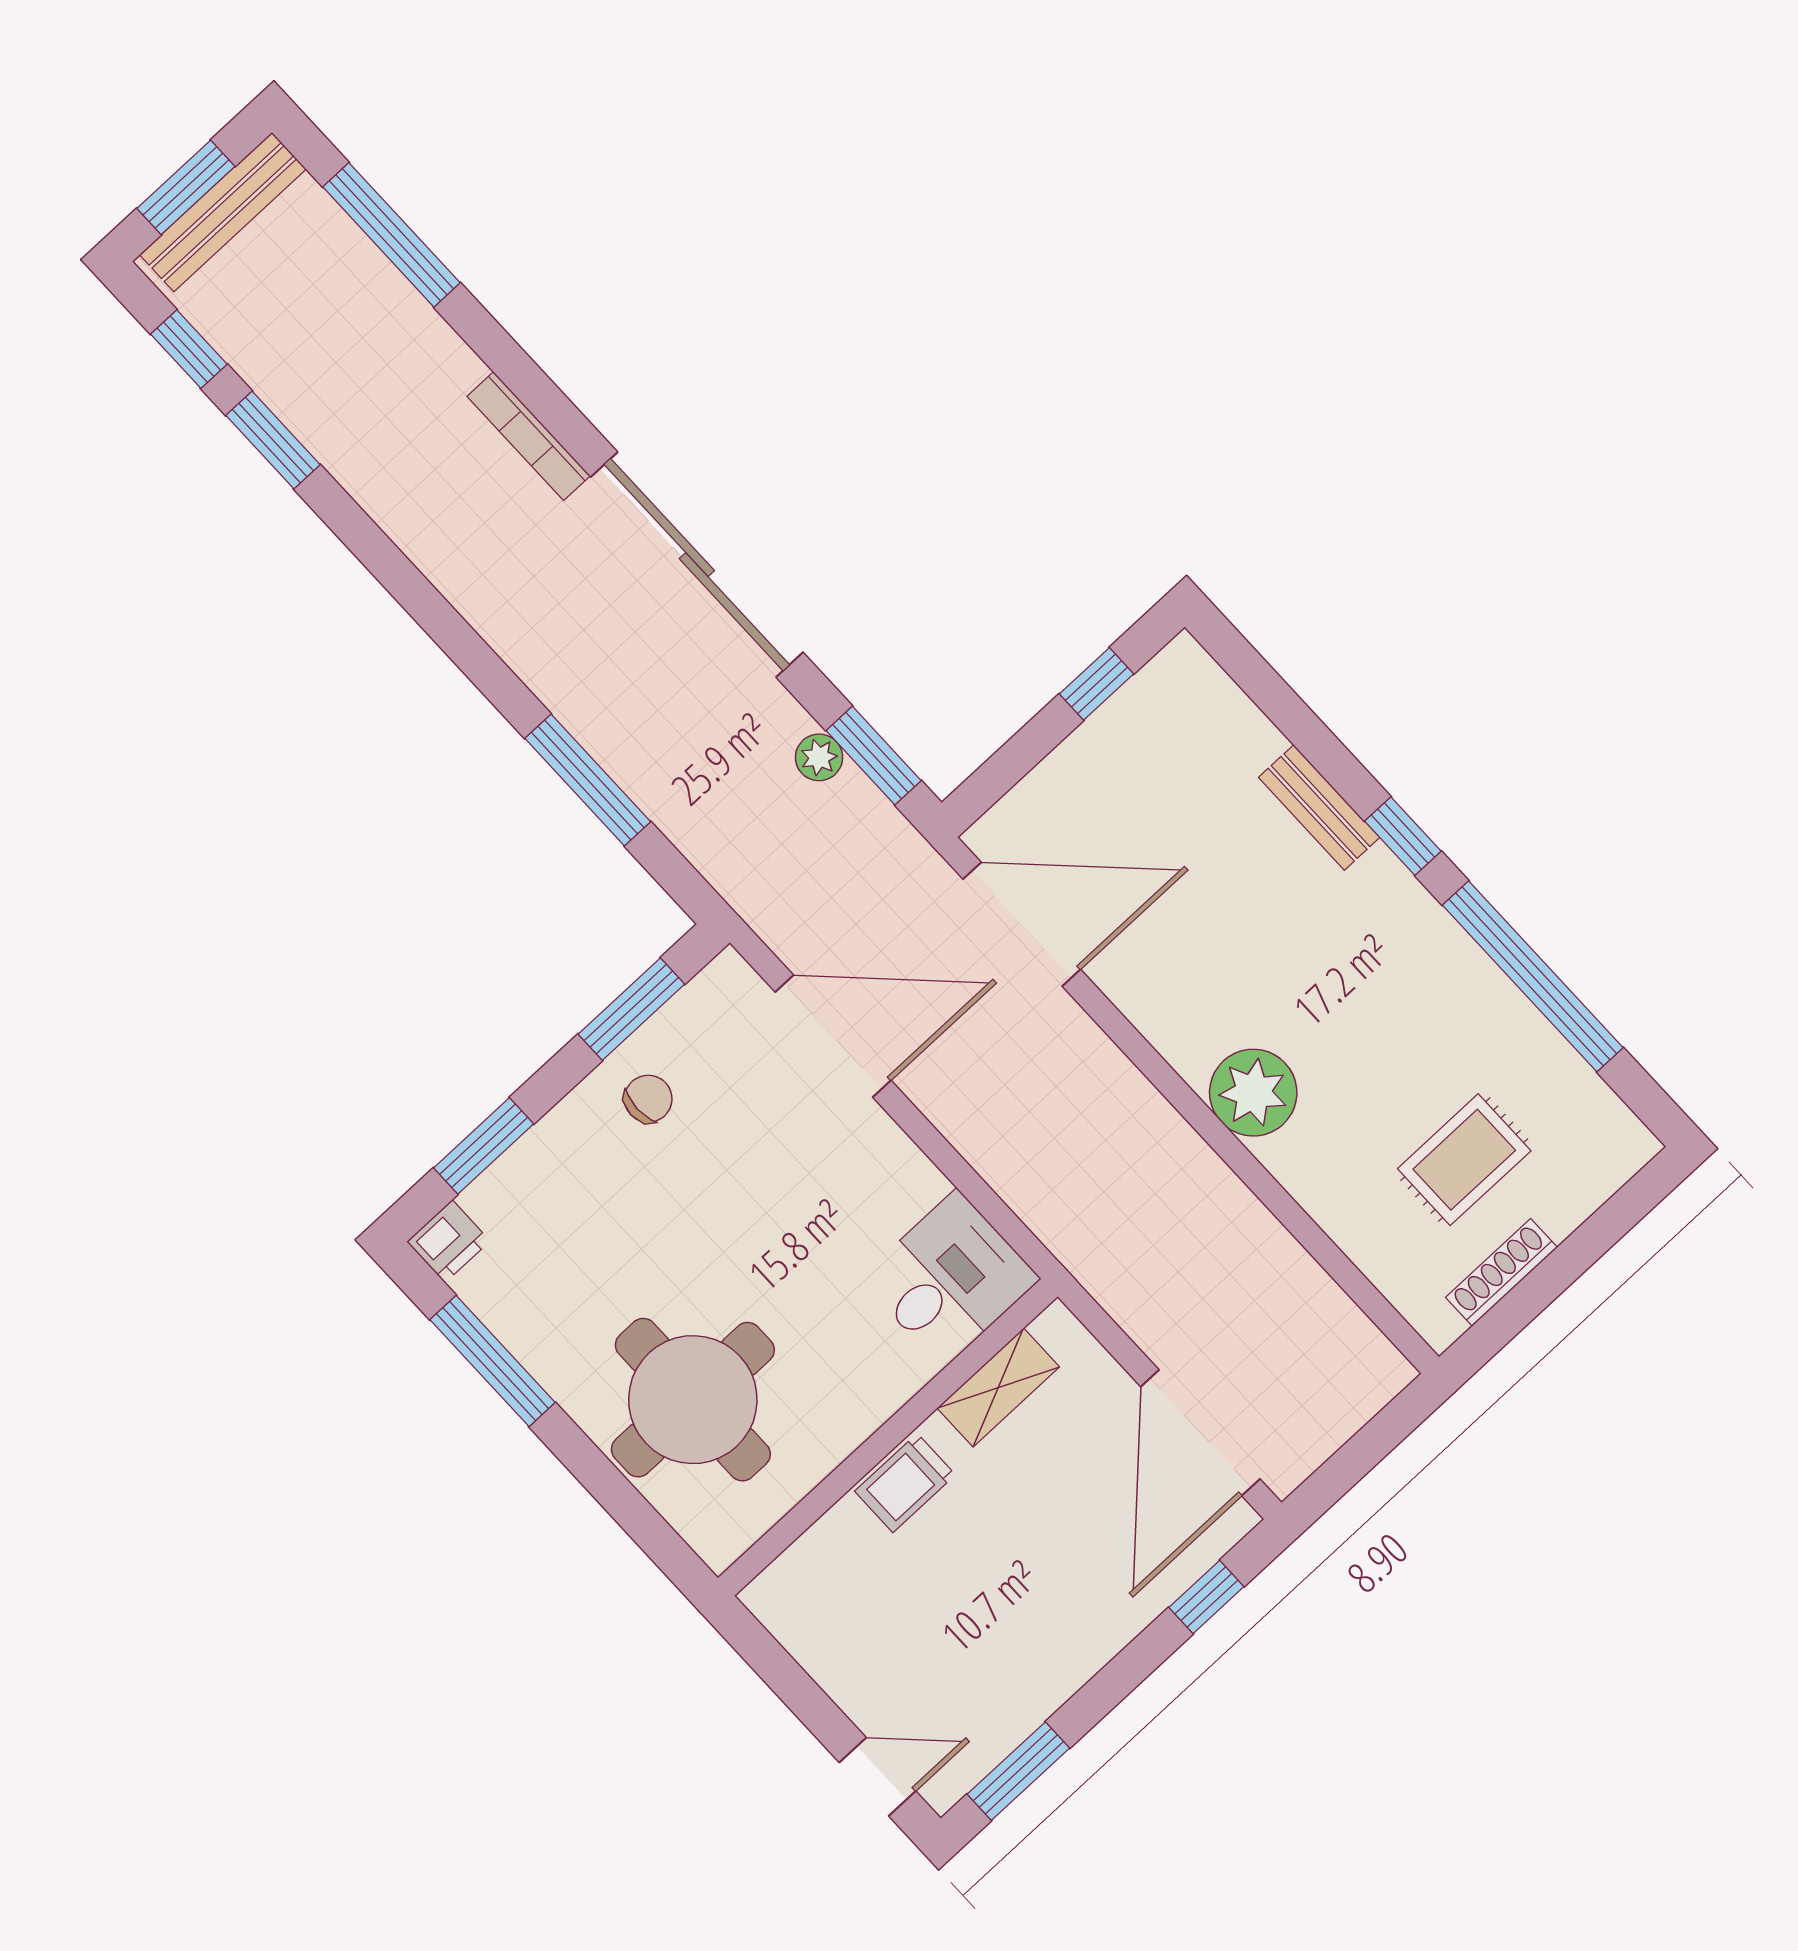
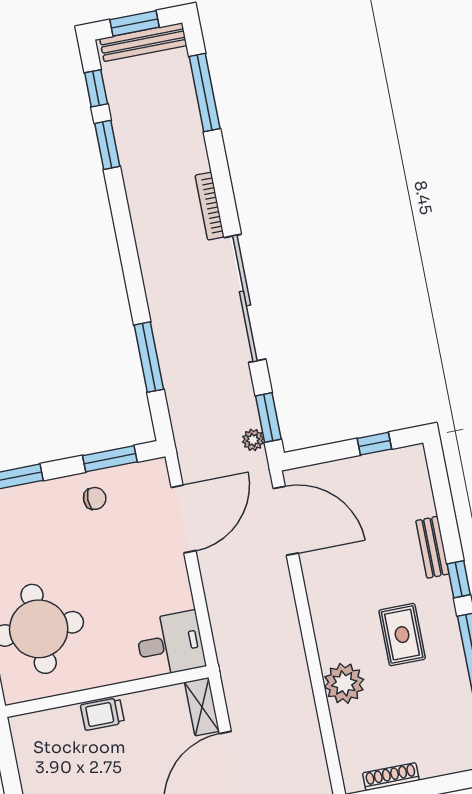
plant: (819, 757) -> (253, 440), moved
door: (833, 1036) -> (183, 519), hinge flipped
plant: (1253, 1093) -> (344, 683), moved
rug: (1464, 1160) -> (402, 635), moved, turned 90
shelving: (998, 1387) -> (202, 707), moved, turned 90

